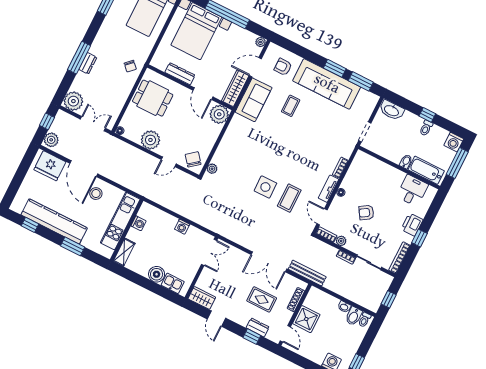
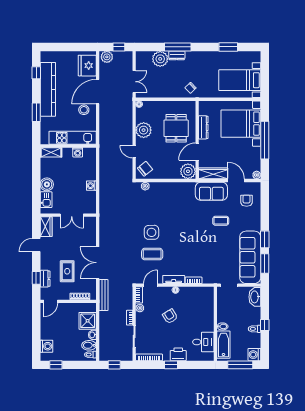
sofa: (327, 84) -> (250, 257), moved
dining table: (153, 98) -> (176, 128), moved
plant: (73, 101) -> (160, 59), moved
double door: (209, 252) -> (72, 215), moved
shower: (306, 319) -> (88, 321), moved

